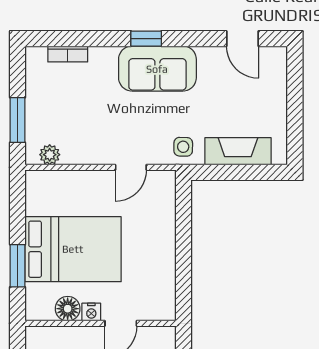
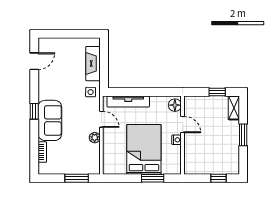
sofa: (157, 69) -> (50, 120), moved
plant: (50, 155) -> (95, 138), moved
tv unit: (165, 219) -> (128, 101), added
floor lamp: (68, 309) -> (175, 105), moved

